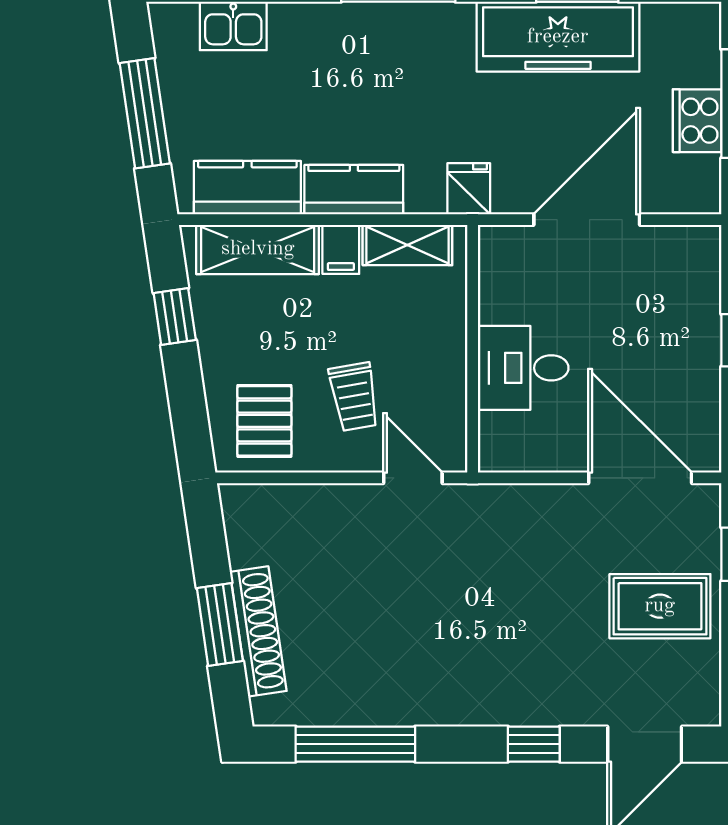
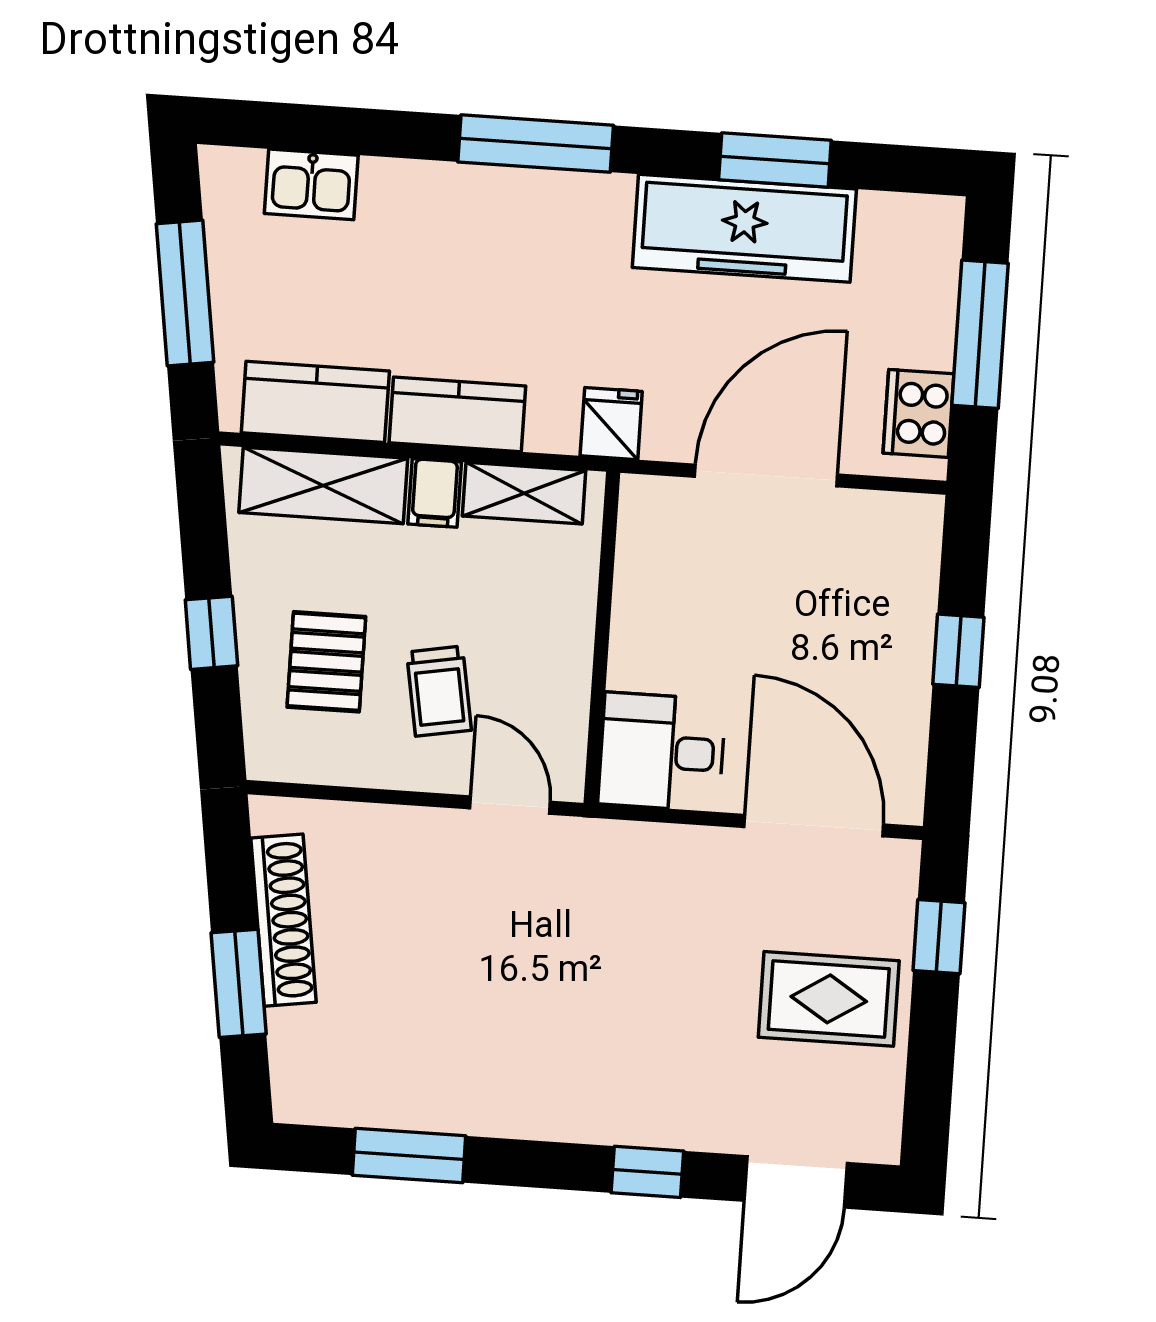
cooker: (697, 121) -> (918, 413), moved
window: (175, 317) -> (211, 633), moved
desk: (523, 368) -> (662, 752), moved
pallet: (264, 421) -> (326, 662), moved
shoe rack: (258, 631) -> (283, 920), moved
window: (355, 744) -> (409, 1156), width x0.69

